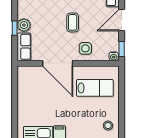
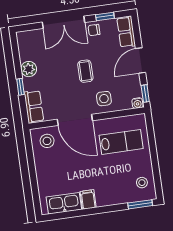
plant: (24, 25) -> (29, 69), moved
stool: (31, 78) -> (47, 141), added

